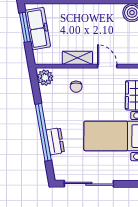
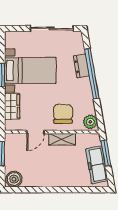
window: (25, 27) -> (106, 153), moved
door: (107, 66) -> (36, 132), hinge flipped
chair: (76, 87) -> (63, 114), width x1.87, depth x1.87

